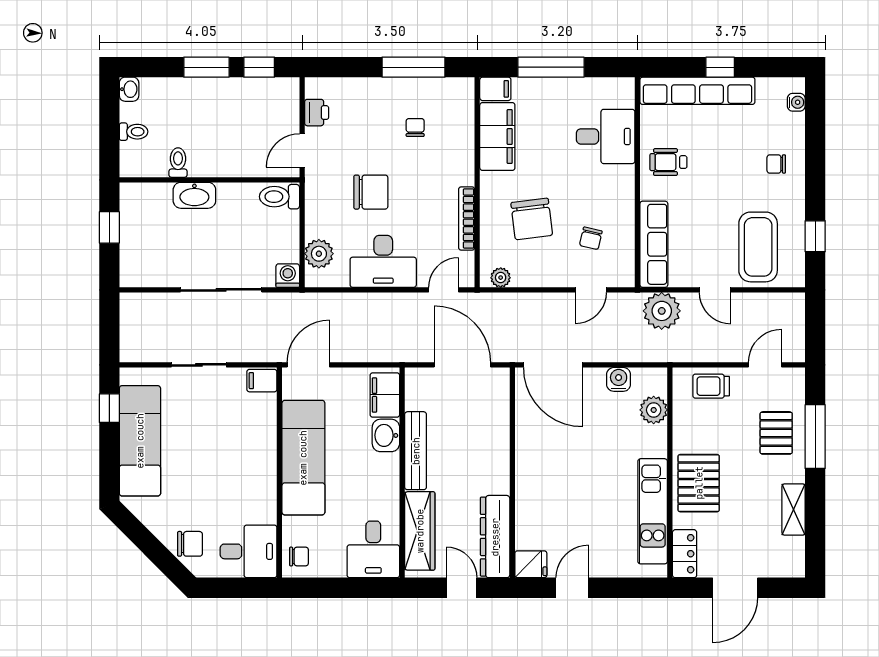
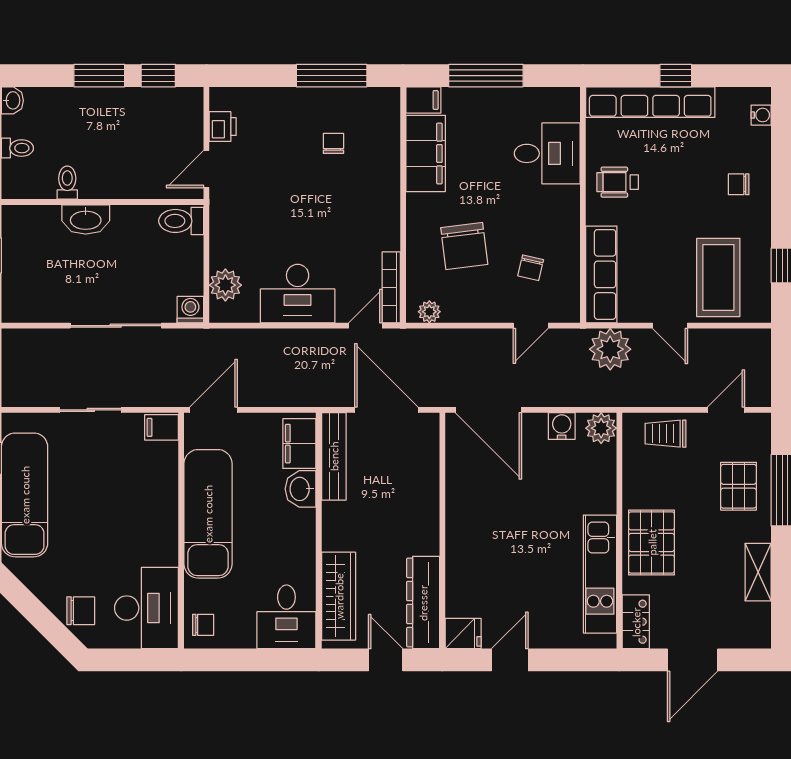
chair: (371, 192) -> (284, 216), removed
bookcase: (467, 218) -> (391, 287), moved
plant: (654, 410) -> (601, 428), moved
bench: (416, 451) -> (334, 456), moved
desk: (249, 551) -> (146, 608), width x1.37

